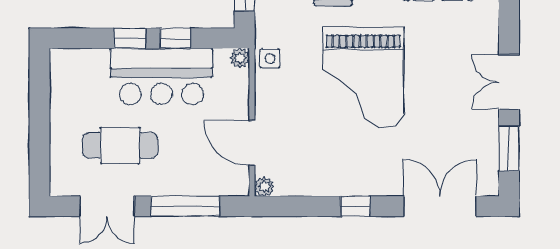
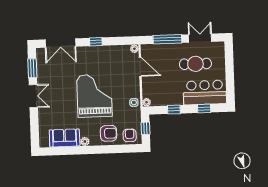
window: (130, 38) -> (204, 109), moved
bar counter: (161, 76) -> (205, 92), moved

